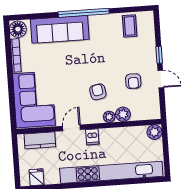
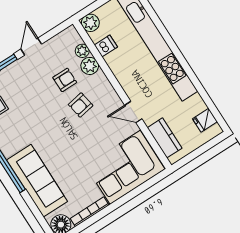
armchair: (133, 81) -> (65, 80), moved
plant: (109, 117) -> (82, 51), moved
dishwasher: (92, 137) -> (106, 46), moved

